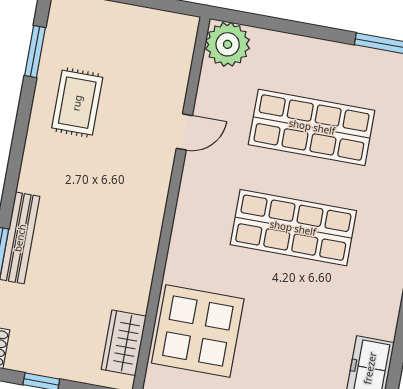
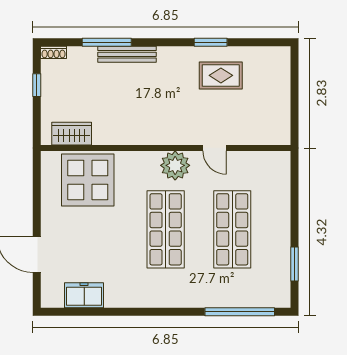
plant: (228, 44) -> (175, 165), moved
window: (35, 52) -> (211, 42), moved

